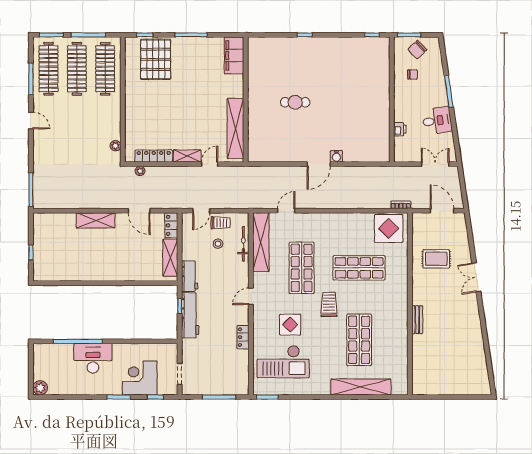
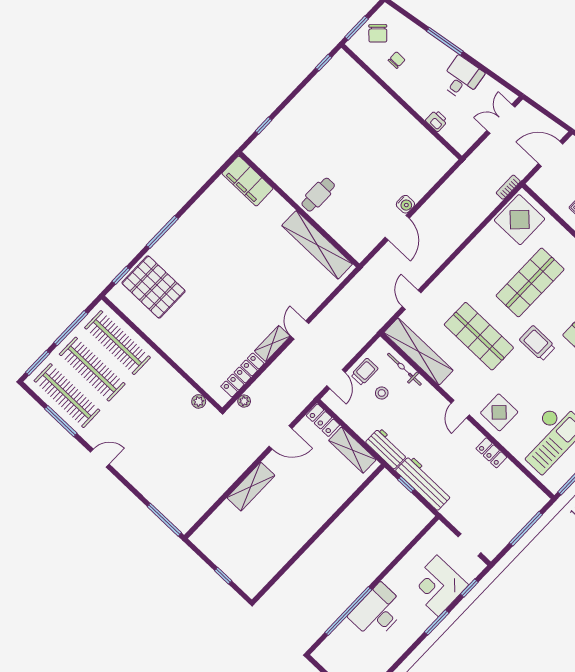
filing cabinet: (234, 55) -> (247, 181), moved
wall: (246, 100) -> (299, 209), moved
shelving: (235, 128) -> (317, 245), moved
display table: (290, 325) -> (499, 412), moved

